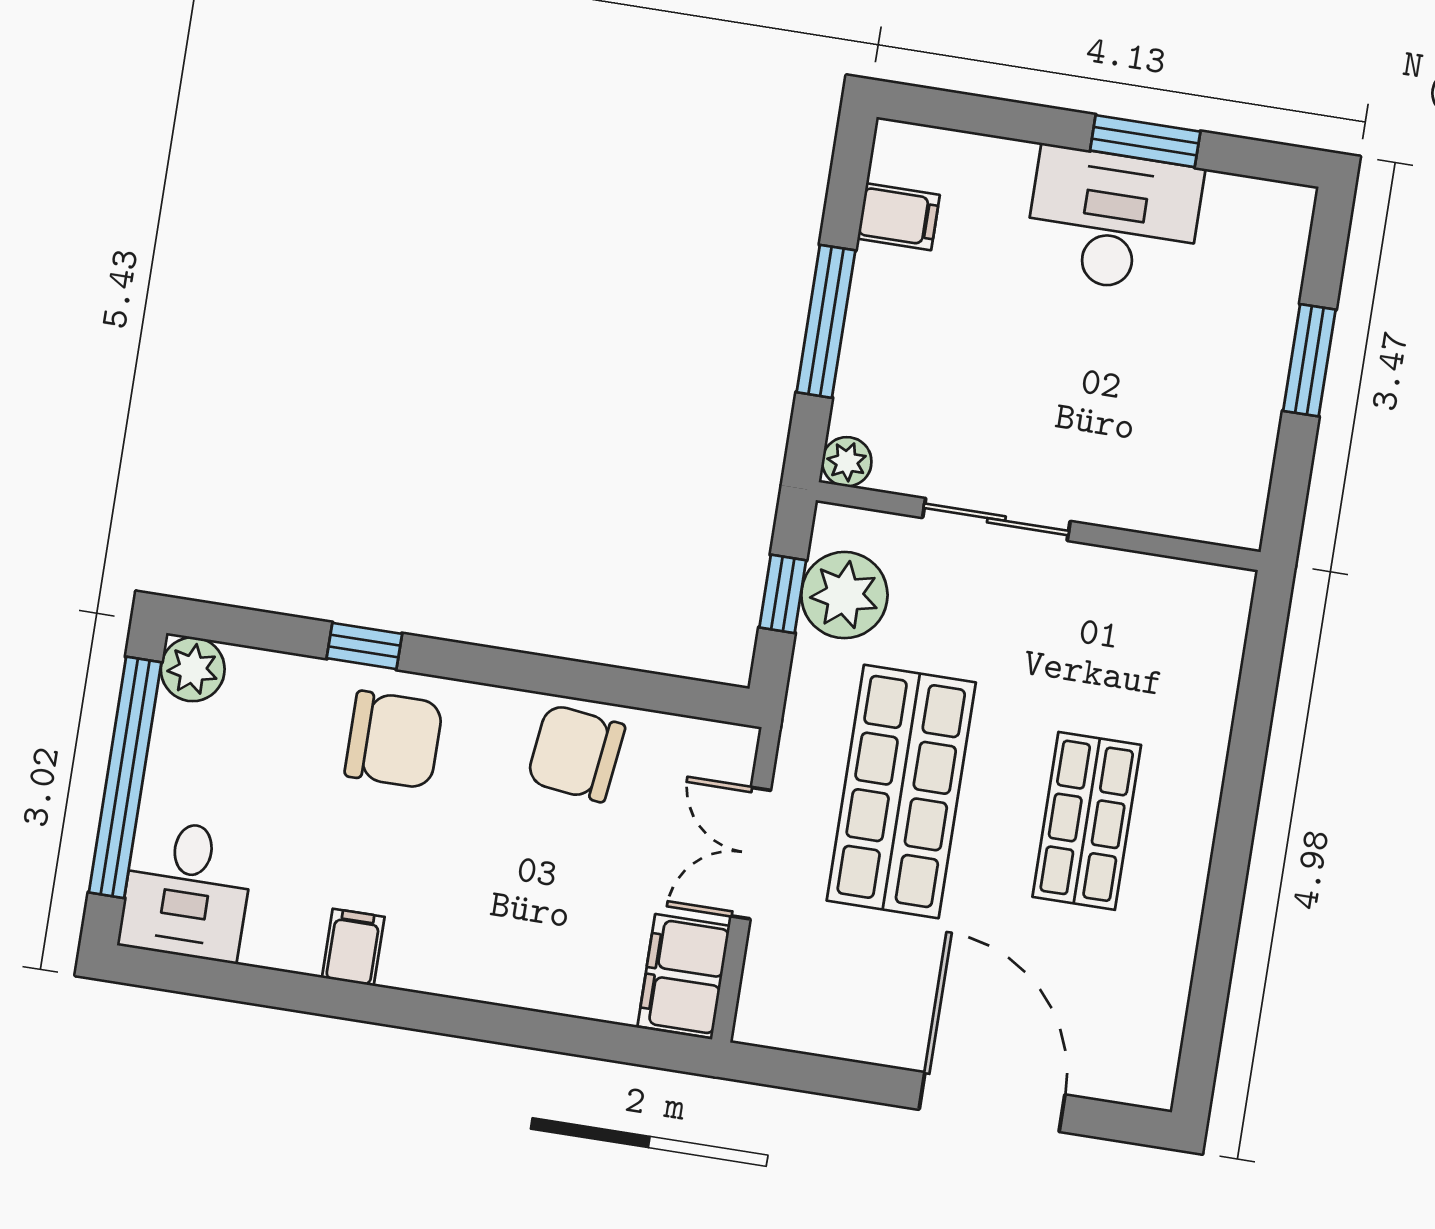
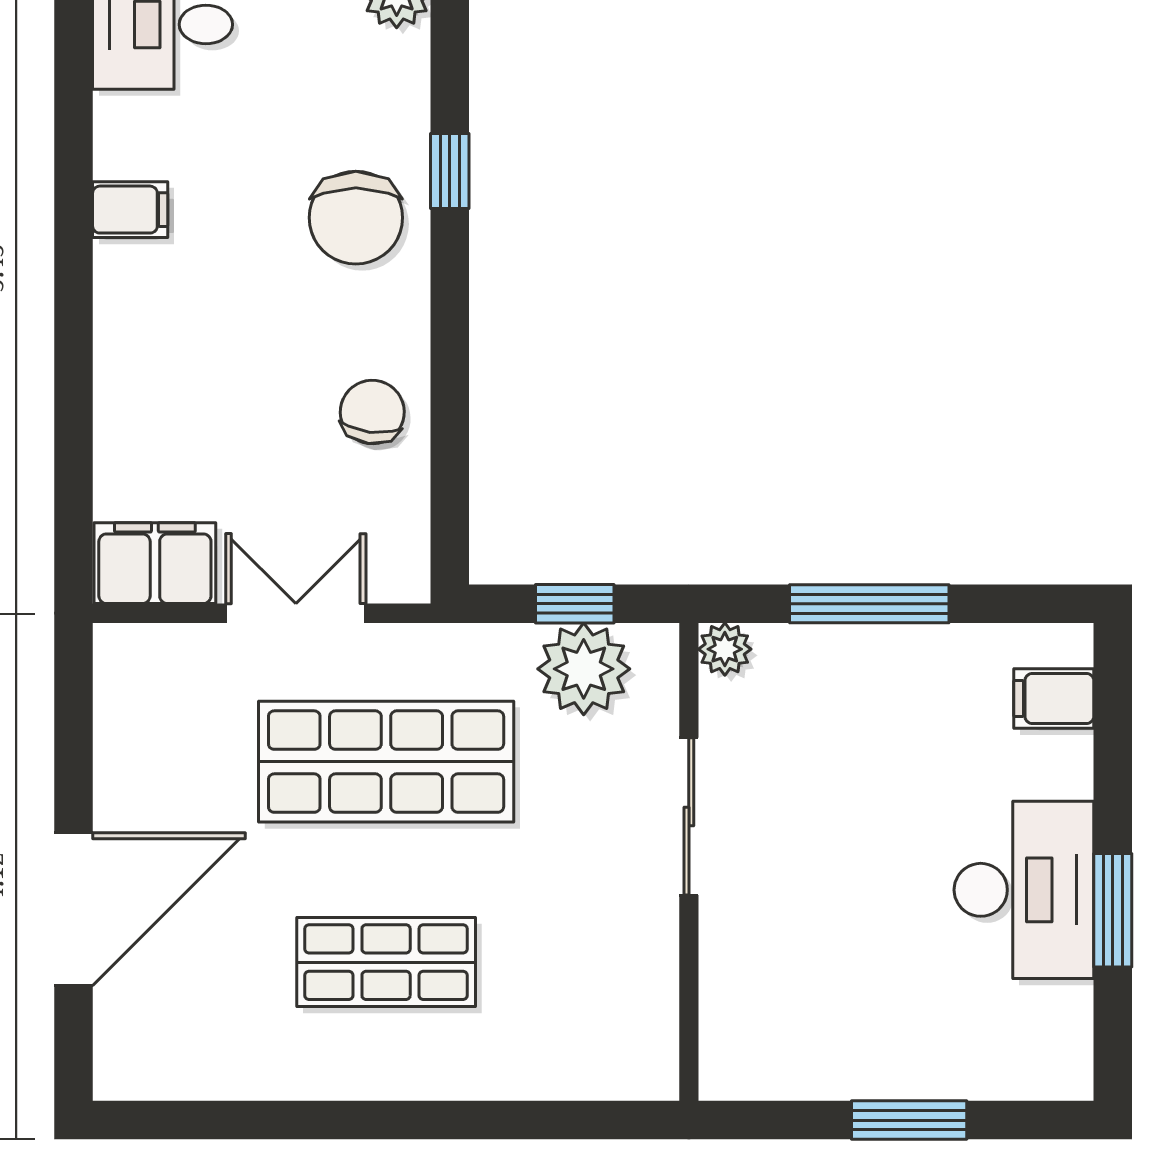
filing cabinet: (899, 217) -> (1054, 698), moved, turned 90
chair: (576, 753) -> (372, 412), width x0.73, depth x0.73

